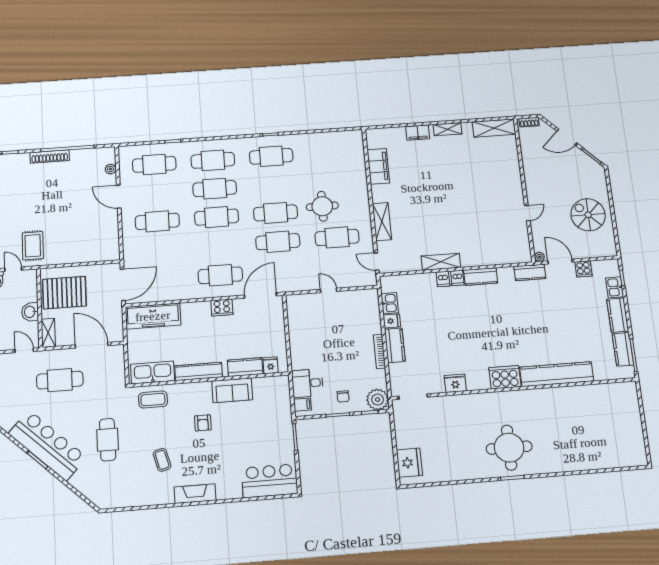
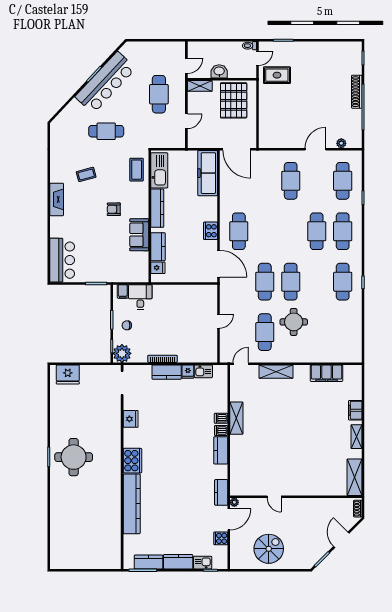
cafe table: (217, 217) -> (291, 231), removed
door: (92, 345) -> (186, 121), width x0.53

